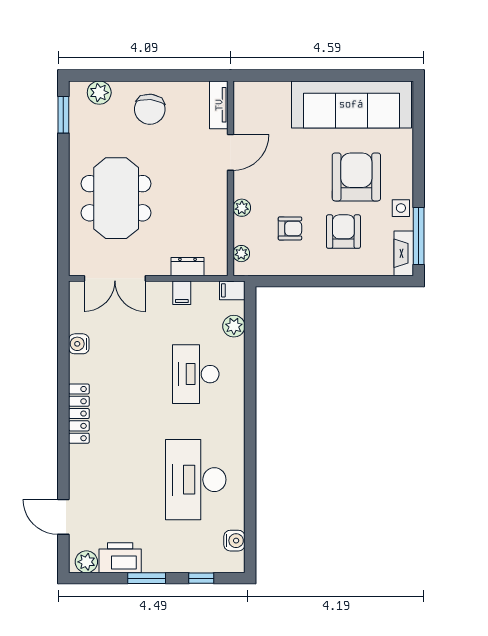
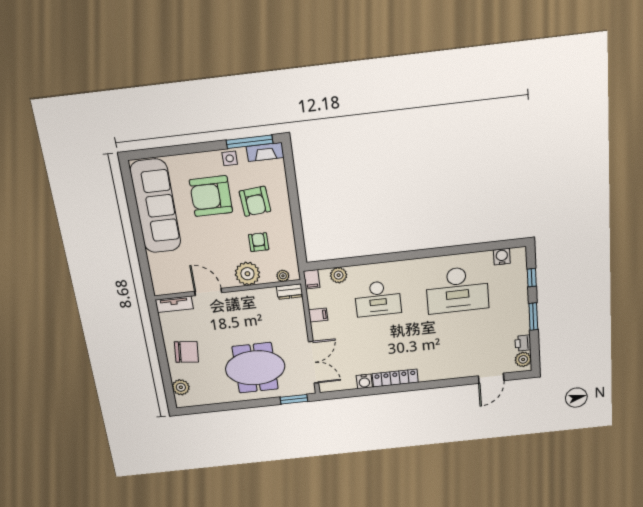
window: (63, 115) -> (294, 399), moved
plant: (242, 208) -> (247, 274), width x1.87, depth x1.87
armchair: (343, 232) -> (255, 201), turned -95
dresser: (188, 267) -> (290, 292), moved, turned -90
locker: (79, 414) -> (395, 378), moved
printer: (120, 558) -> (523, 343), width x0.53, depth x0.68

